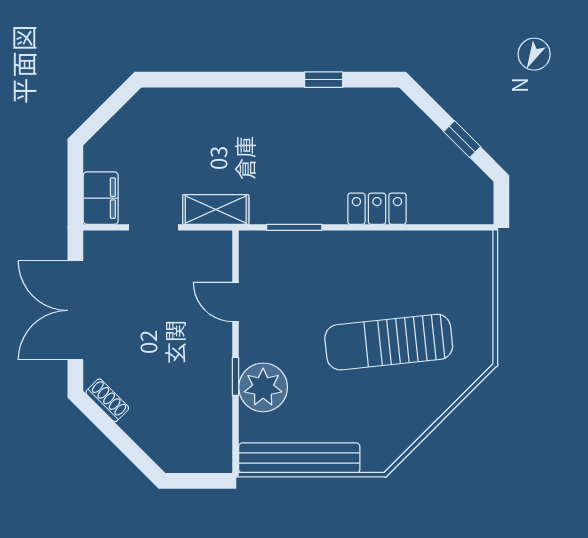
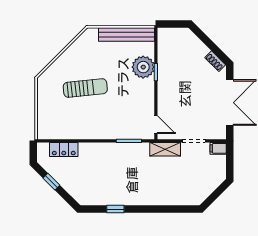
filing cabinet: (101, 198) -> (218, 148), width x0.50
locker: (377, 209) -> (64, 149), moved
door: (236, 302) -> (156, 125), moved
sun lounger: (389, 342) -> (85, 88), width x0.73, depth x0.75

